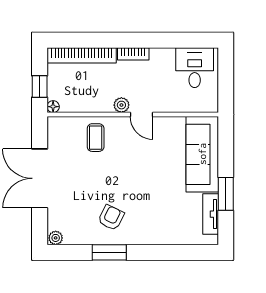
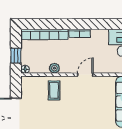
plant: (121, 105) -> (54, 68), moved
door: (141, 115) -> (85, 75), swing flipped

